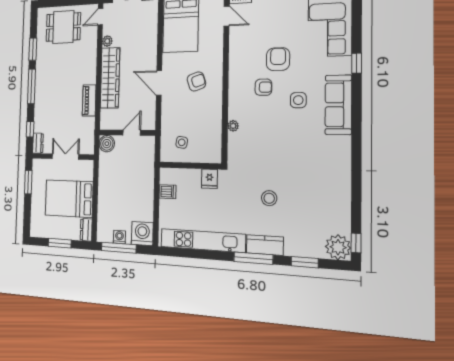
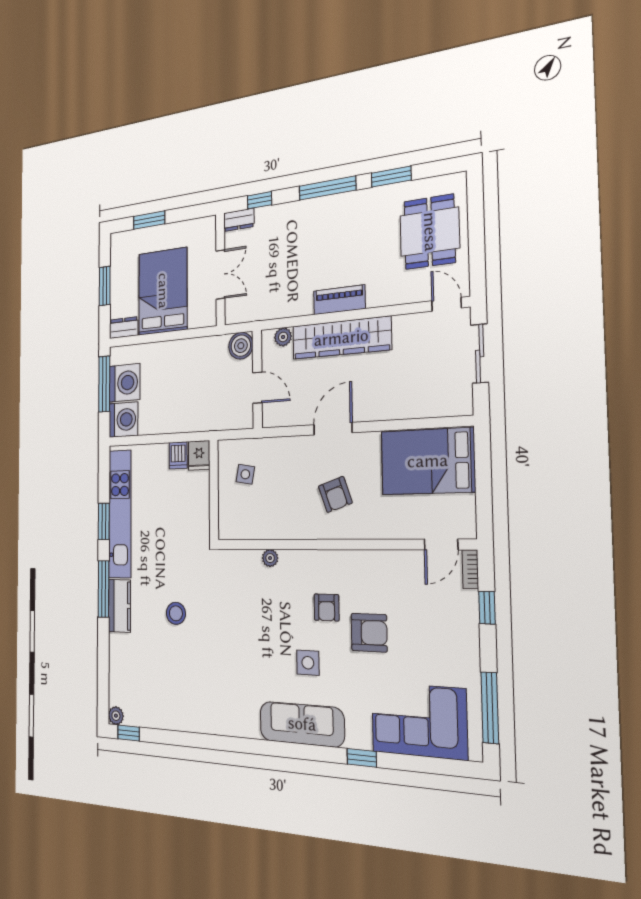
plant: (107, 41) -> (283, 337), moved
piano: (89, 100) -> (339, 300), moved
fridge: (209, 179) -> (199, 455), moved, turned -90
window: (28, 182) -> (149, 220), moved
washing machine: (119, 237) -> (125, 383), width x1.89, depth x1.89
plant: (338, 247) -> (116, 716), width x0.53, depth x0.53
window: (305, 262) -> (104, 521), moved

